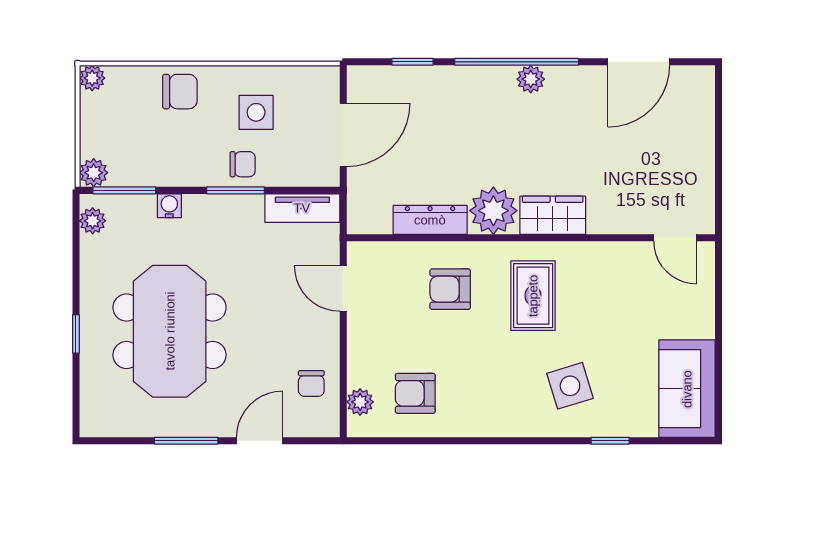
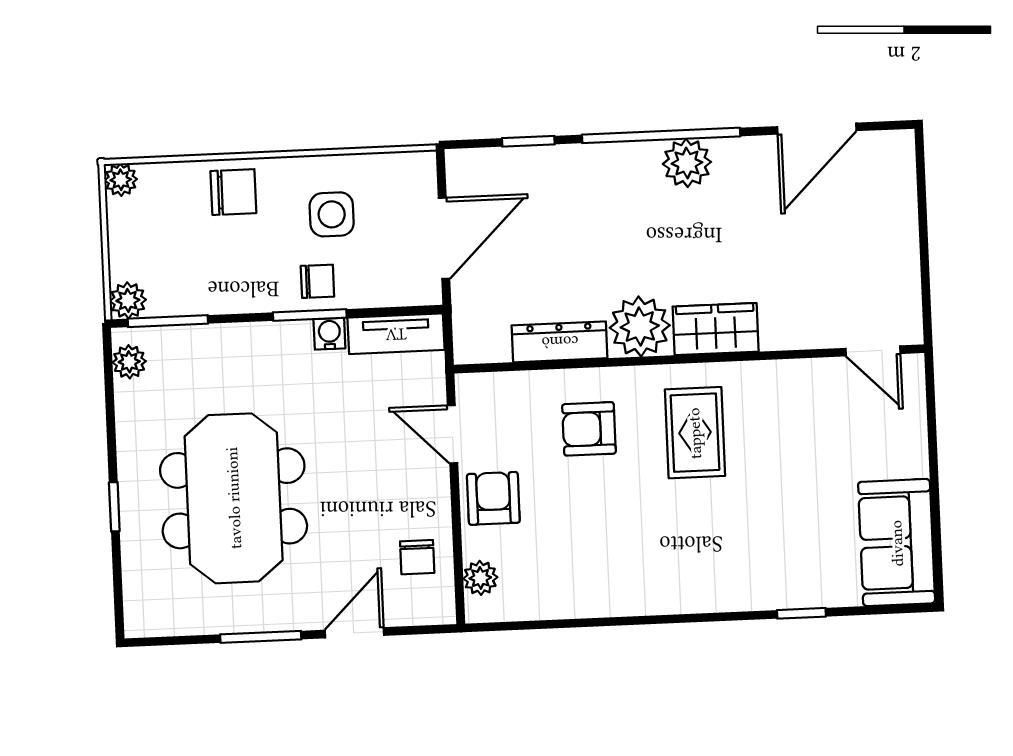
plant: (531, 79) -> (687, 163), width x1.38, depth x1.38
water cooler: (169, 206) -> (329, 334), moved
side table: (570, 386) -> (747, 546), removed
armchair: (415, 393) -> (493, 498), moved, turned 90

